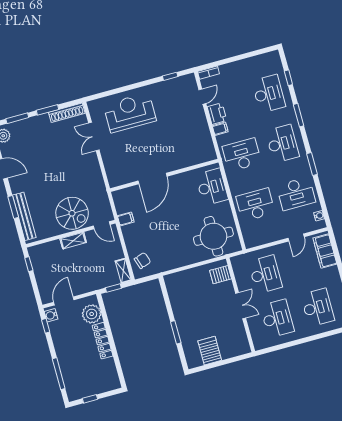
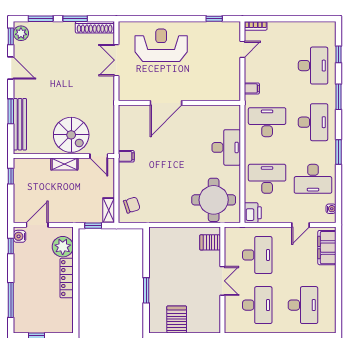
printer: (217, 114) -> (253, 213), moved
wall: (164, 175) -> (179, 103), moved
door: (153, 179) -> (166, 103), moved

